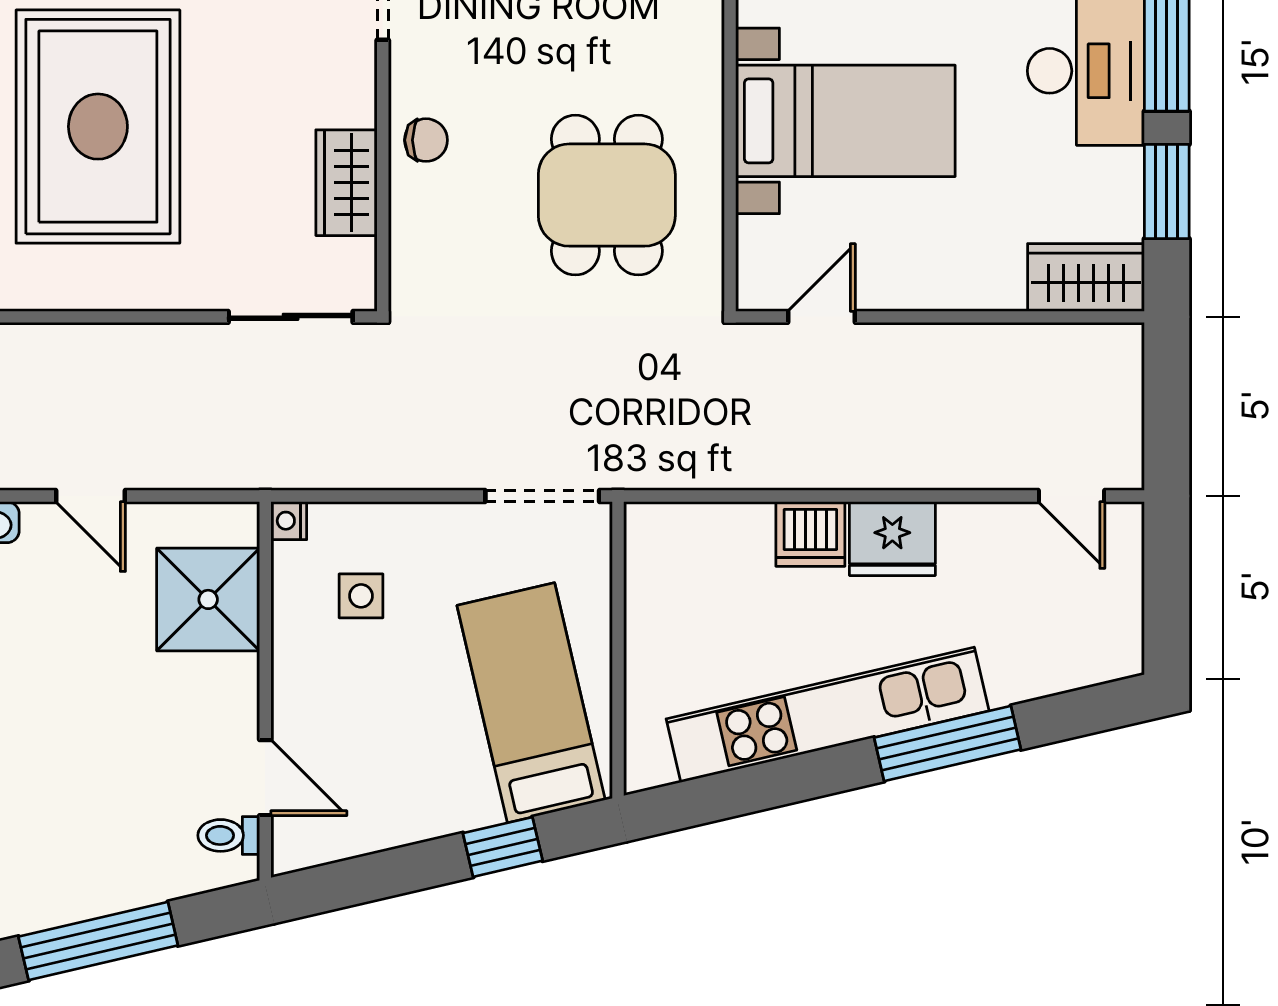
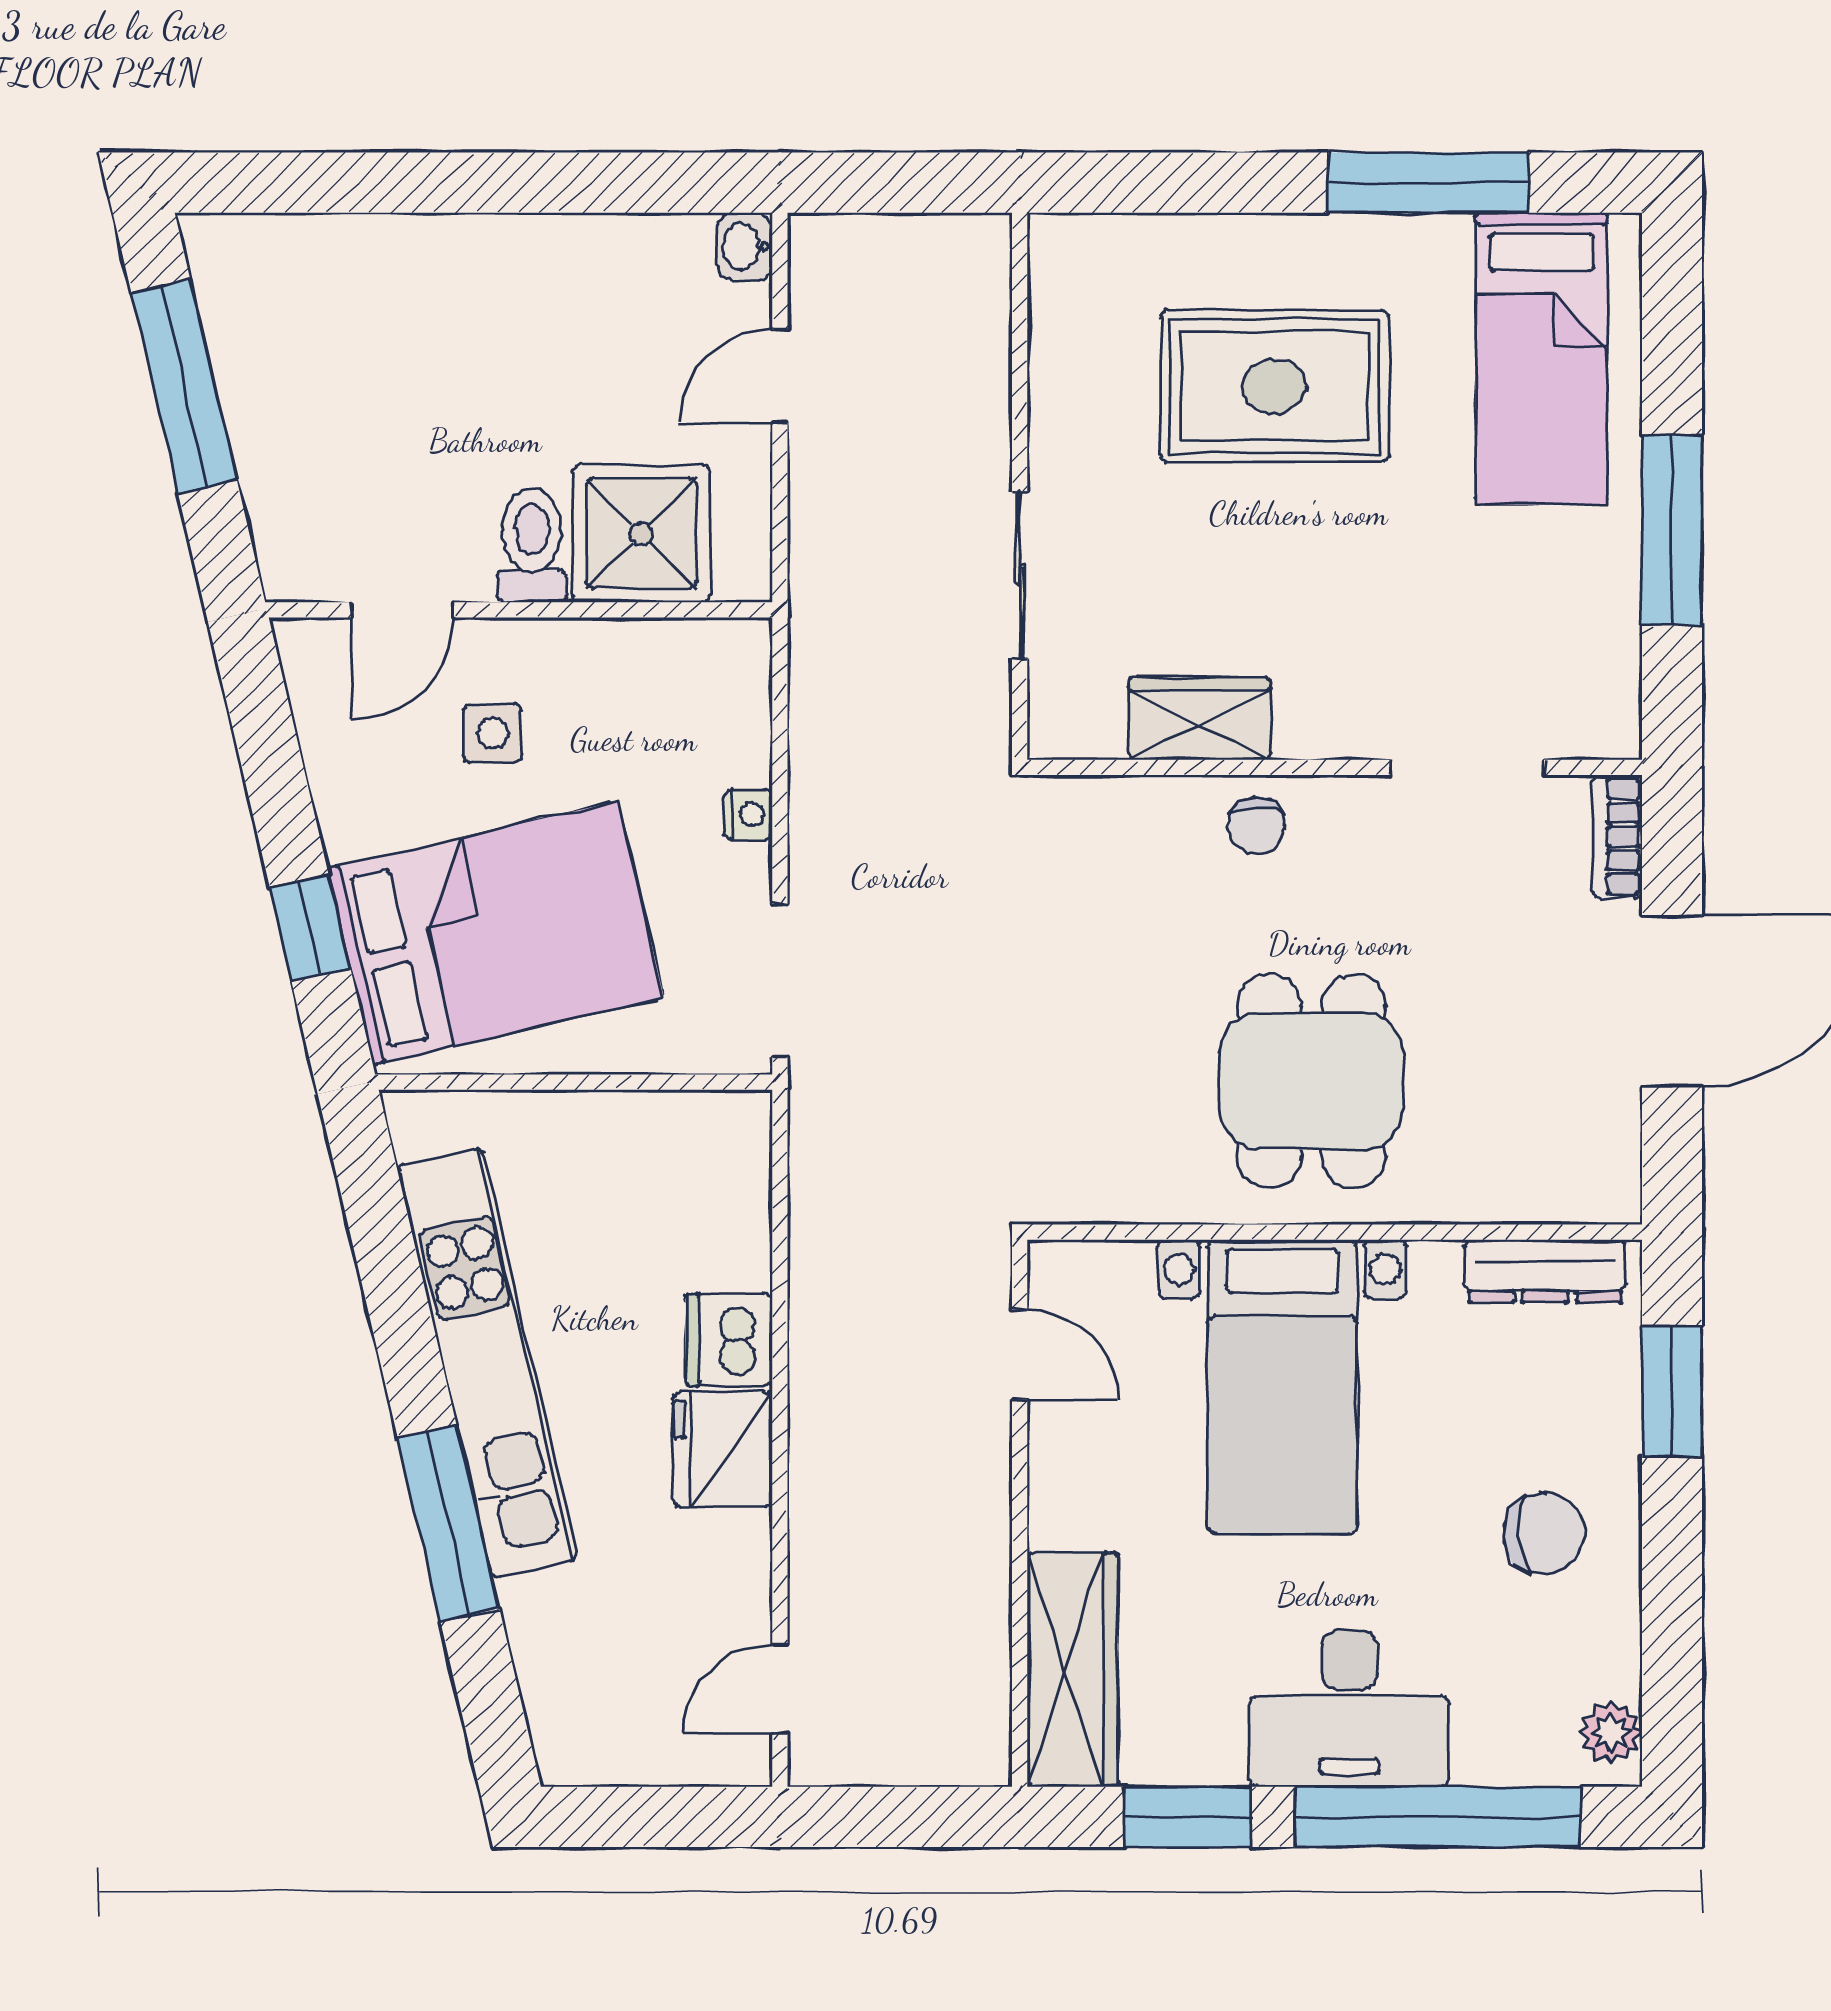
rug: (98, 127) -> (1275, 386), width x0.73, depth x0.69
dining table: (607, 195) -> (1311, 1081), moved, turned 90
wardrobe: (1086, 277) -> (1073, 1670), width x1.50
sliding door: (291, 317) -> (1020, 575), moved
nightstand: (289, 521) -> (748, 814), moved, turned 90
side table: (361, 596) -> (492, 733), moved
bed: (531, 703) -> (495, 933), width x1.50
toilet: (229, 835) -> (532, 545), moved, width x1.37, depth x1.39

